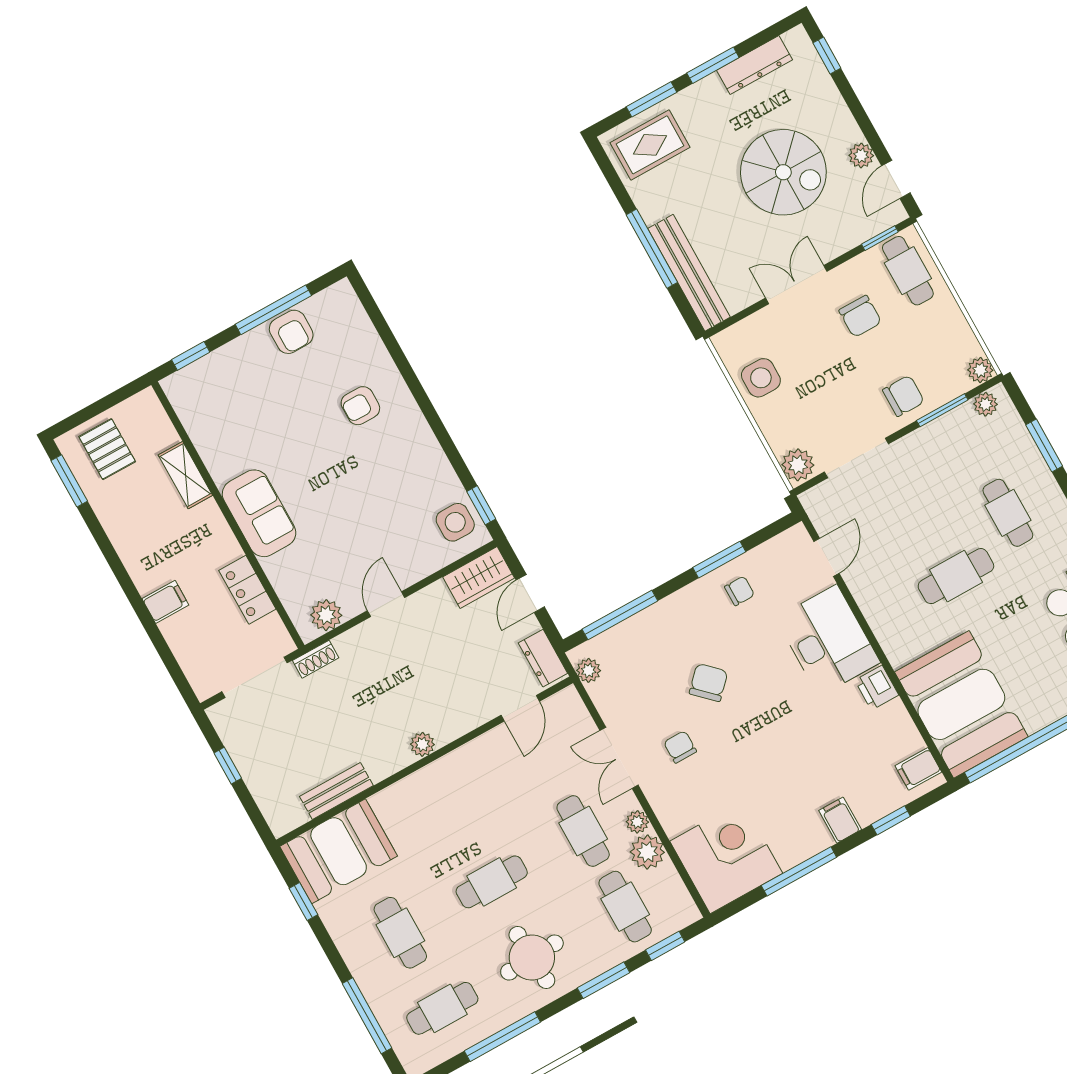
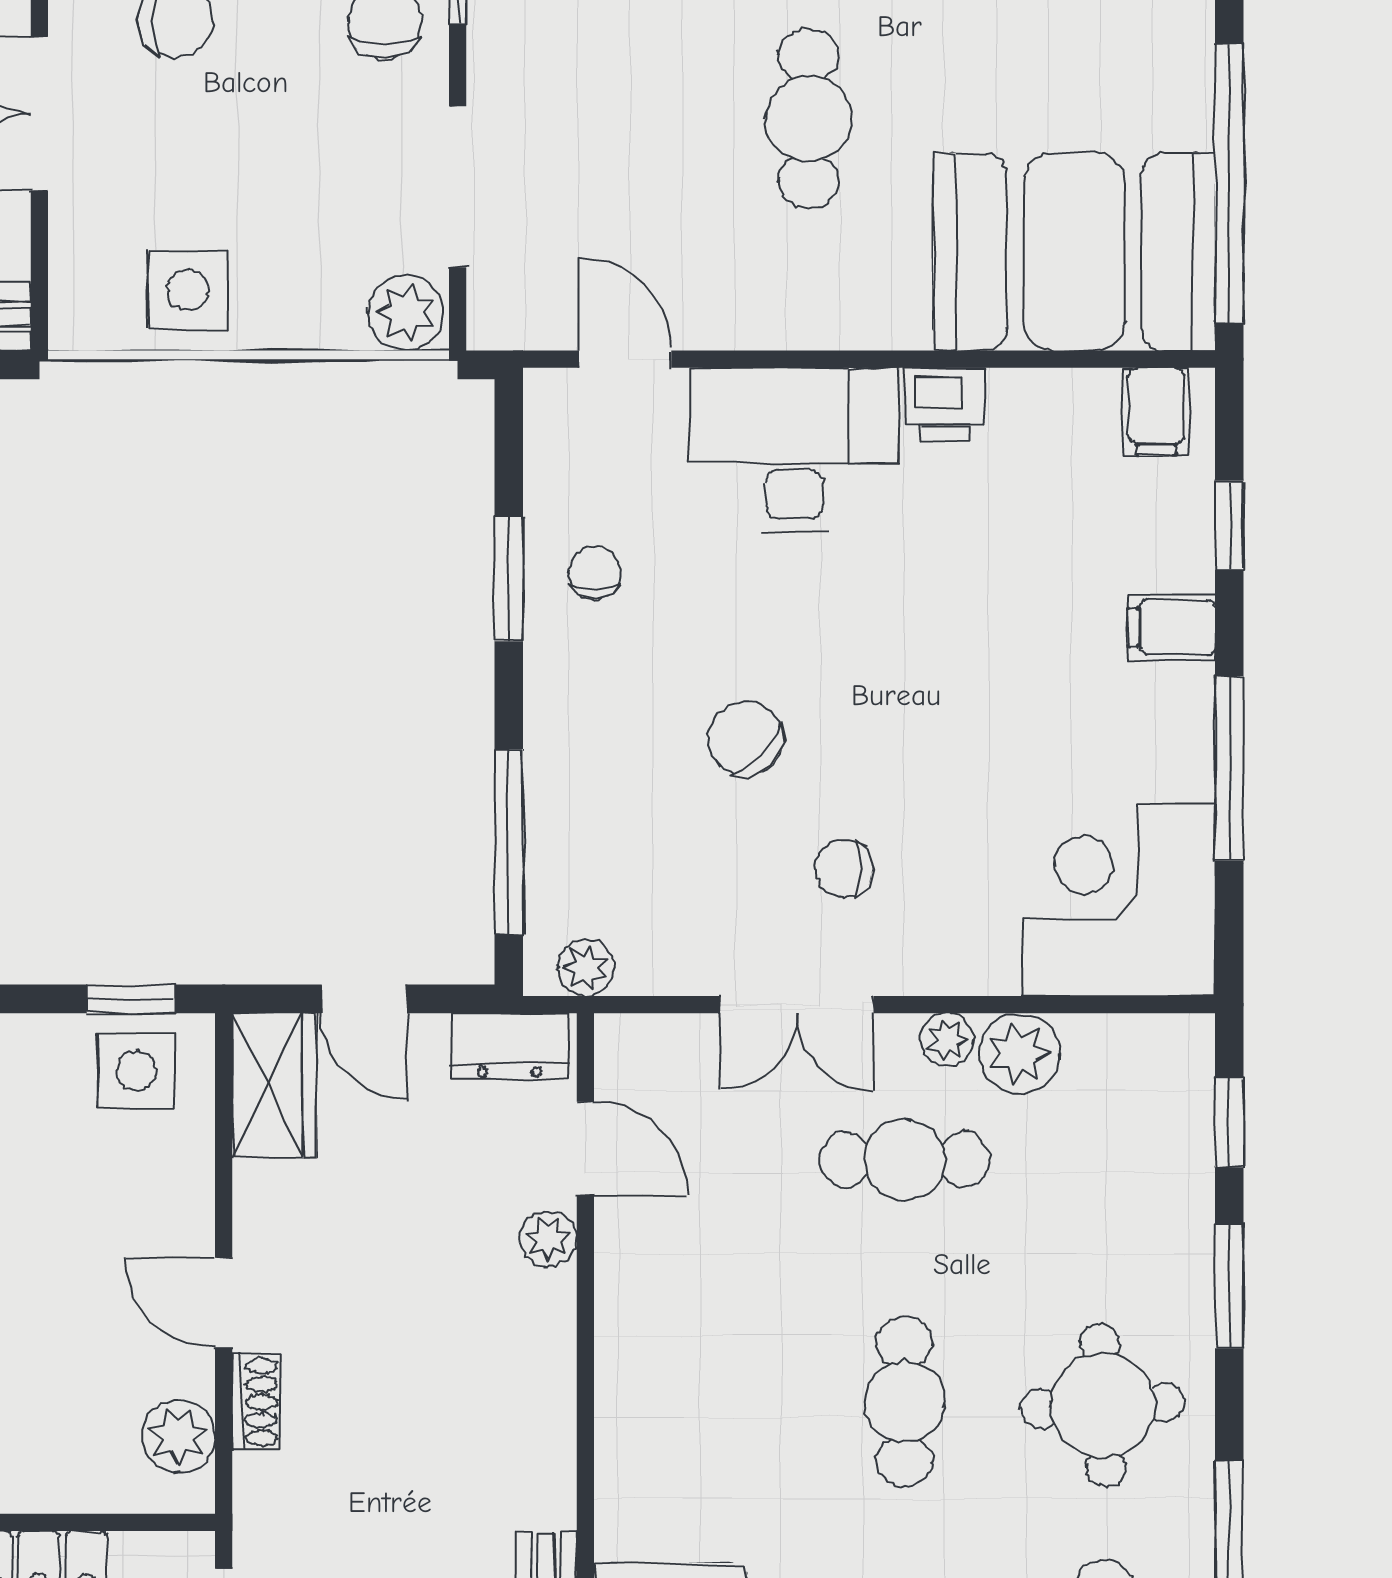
shoe rack: (316, 659) -> (256, 1402), moved
plant: (422, 744) -> (548, 1239), moved
cafe table: (625, 907) -> (1105, 1160), removed

